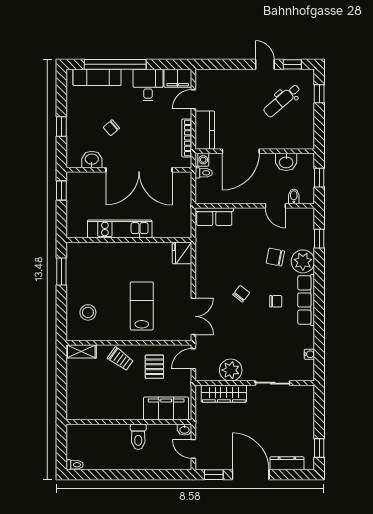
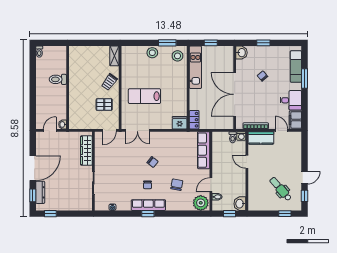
window: (115, 64) -> (304, 78), width x0.47
door: (241, 151) -> (247, 162), width x0.53
washbasin: (92, 160) -> (241, 53), moved
washbasin: (286, 162) -> (240, 204), moved
window: (61, 191) -> (211, 43), moved
row of seats: (214, 217) -> (204, 150), width x1.48
kitchen unit: (120, 229) -> (195, 67), moved
locker: (177, 231) -> (194, 120), added
window: (319, 239) -> (148, 214), moved
stool: (81, 256) -> (177, 56), added
plant: (303, 261) -> (201, 203), moved
lab bench: (142, 306) -> (144, 96), turned 180
stool: (88, 312) -> (152, 53), moved
door: (193, 359) -> (109, 130), swing flipped
plant: (231, 370) -> (102, 155), removed
filing cabinet: (166, 409) -> (76, 112), removed
toilet: (138, 437) -> (58, 79), moved
window: (214, 475) -> (33, 195), moved

